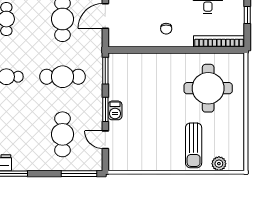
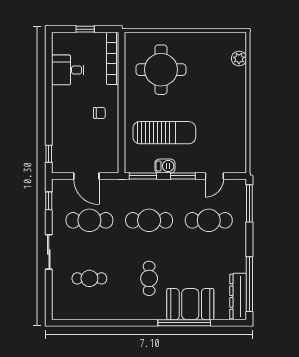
cafe table: (62, 77) -> (149, 220), turned 90
barbecue: (115, 110) -> (165, 166), moved
sun lounger: (194, 145) -> (164, 133), moved, width x1.36, depth x1.34

